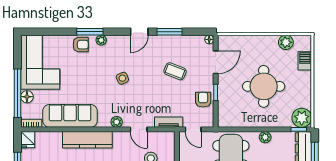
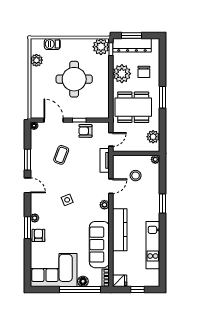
plant: (265, 137) -> (122, 74), width x1.88, depth x1.88

